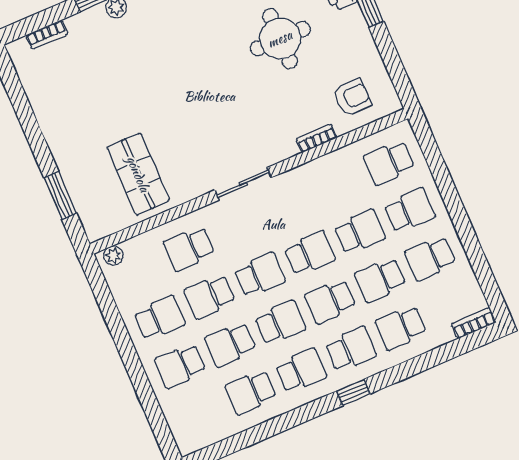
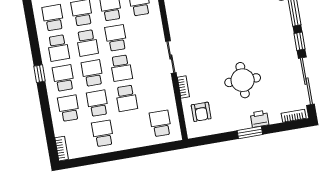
sliding door: (243, 184) -> (171, 57), moved
school desk: (410, 210) -> (132, 128), removed
school desk: (260, 275) -> (116, 38), turned 180
school desk: (351, 349) -> (63, 78), turned 180

